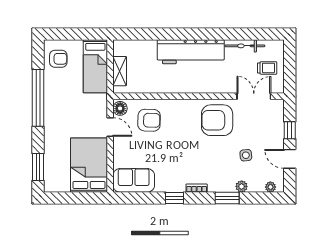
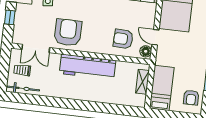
bicycle: (245, 46) -> (23, 89), moved
workbench: (191, 52) -> (88, 67), moved, turned 180
armchair: (58, 59) -> (191, 98), turned -90
armchair: (217, 120) -> (68, 32), turned -90

